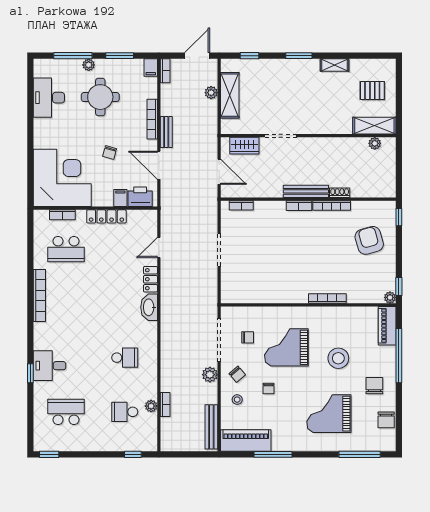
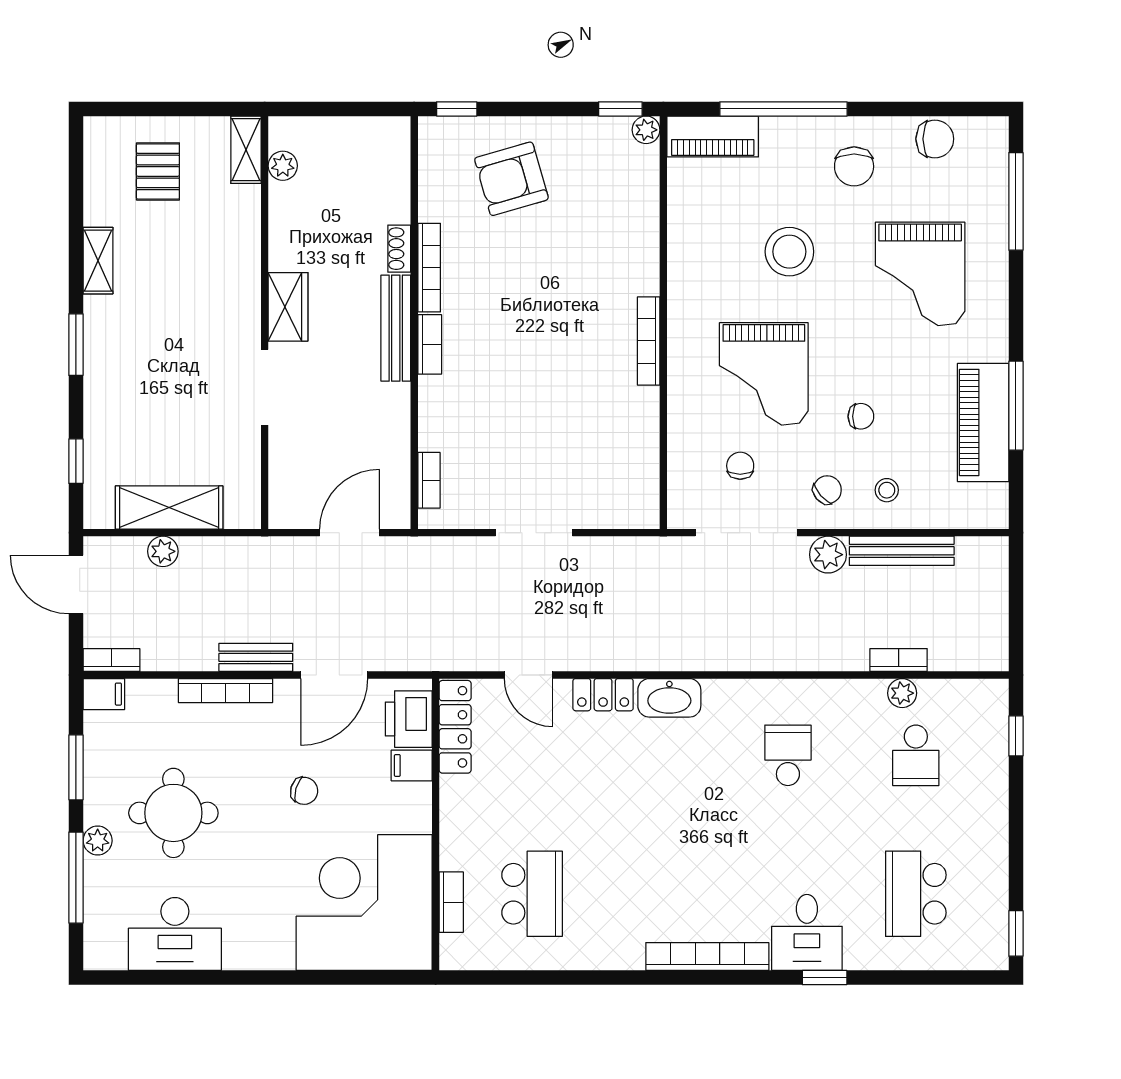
shelving: (374, 126) -> (246, 150), width x0.67, depth x0.75
wardrobe: (244, 146) -> (288, 307), moved
locker: (106, 216) -> (455, 727), moved
bookcase: (39, 295) -> (707, 957), moved
bookcase: (327, 299) -> (649, 341), moved
chair: (374, 386) -> (854, 166), turned -90
bench: (211, 427) -> (902, 551), moved
piano: (246, 440) -> (983, 422), moved

